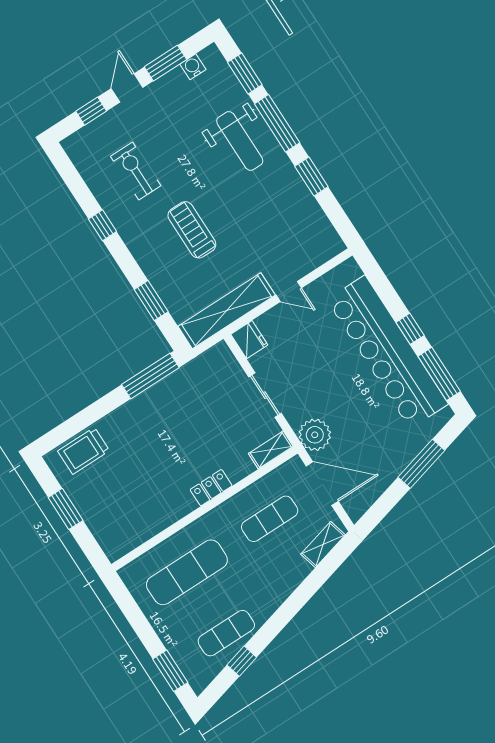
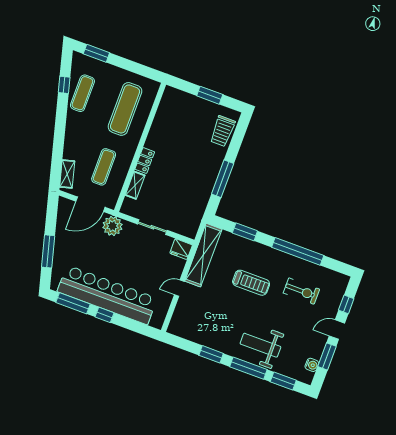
door: (127, 88) -> (337, 330), swing flipped
window: (103, 225) -> (298, 251), width x3.17
window: (150, 376) -> (223, 179), moved
shelving: (271, 450) -> (135, 185), moved
trolley: (84, 451) -> (222, 131), turned 180

